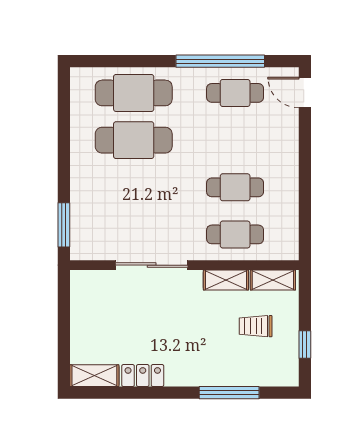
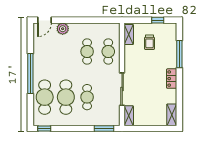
window: (220, 61) -> (30, 74), moved
window: (64, 92) -> (44, 128), added
cafe table: (235, 93) -> (87, 97), moved
plant: (286, 133) -> (63, 29), added
shelving: (226, 280) -> (129, 116), moved
locker: (143, 376) -> (172, 79), moved

